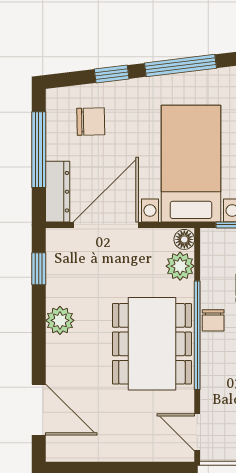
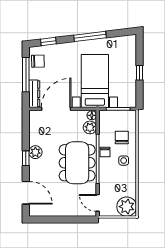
window: (112, 74) -> (48, 41), moved
chair: (91, 122) -> (38, 61), moved
window: (39, 269) -> (26, 158), moved

